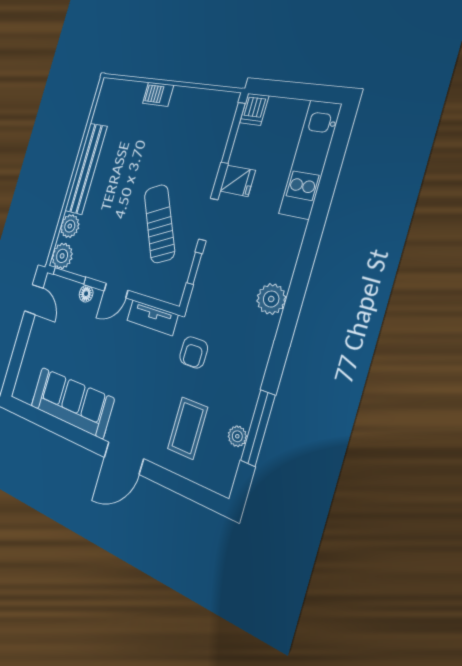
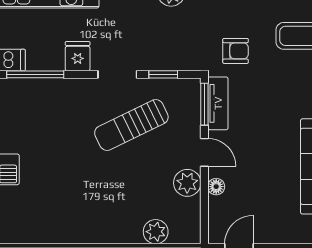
bench: (86, 169) -> (94, 232), removed
plant: (62, 256) -> (187, 183), moved
window: (69, 276) -> (204, 104), moved

